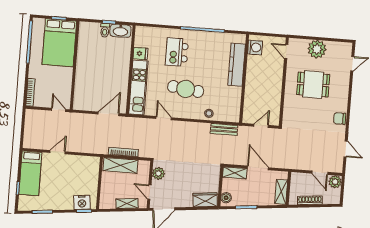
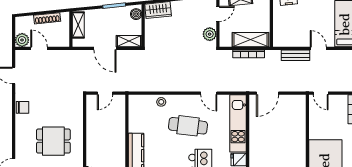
bench: (224, 129) -> (296, 55), moved
door: (57, 152) -> (318, 48), swing flipped
door: (149, 192) -> (218, 14), hinge flipped

